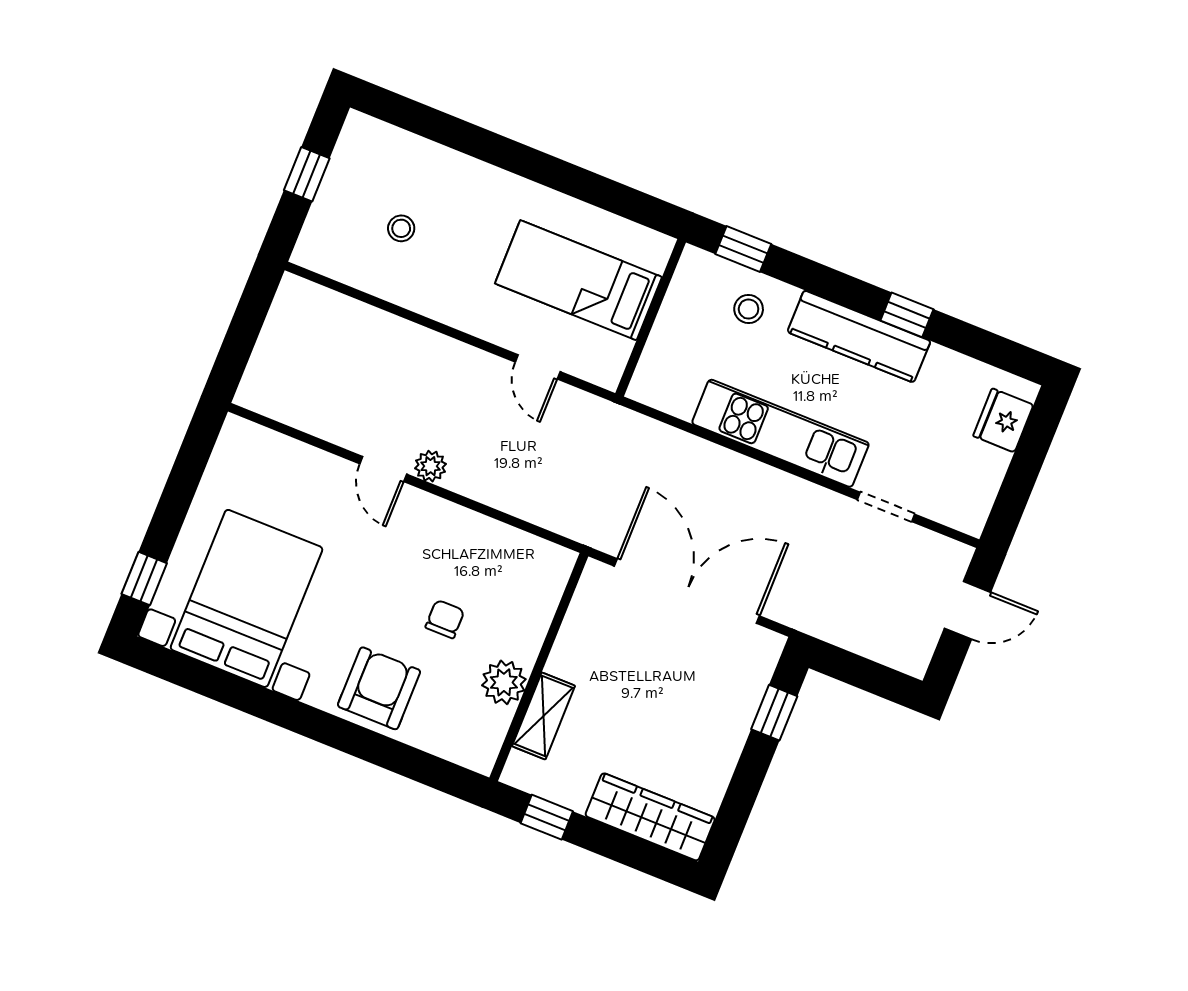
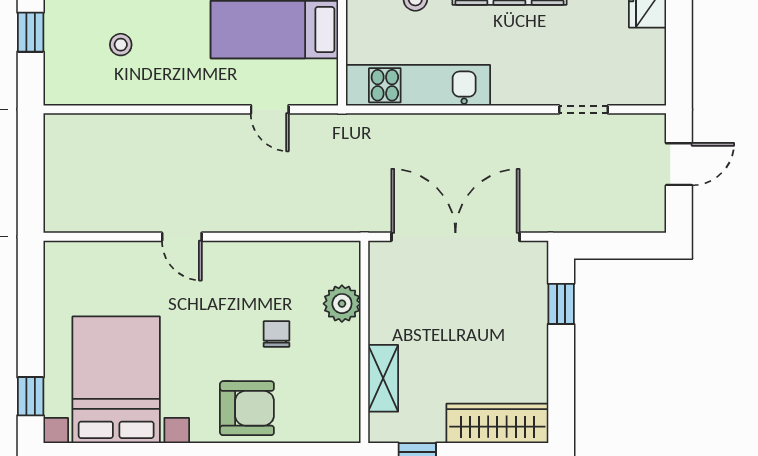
kitchen unit: (780, 433) -> (418, 85), moved
plant: (430, 466) -> (218, 220), removed
plant: (504, 682) -> (342, 304), moved
armchair: (379, 688) -> (247, 408), turned 90

